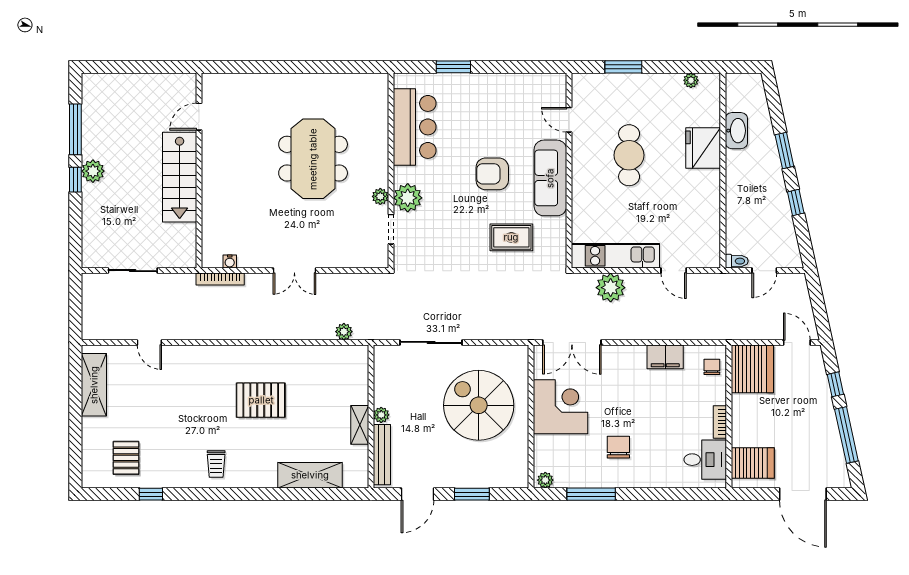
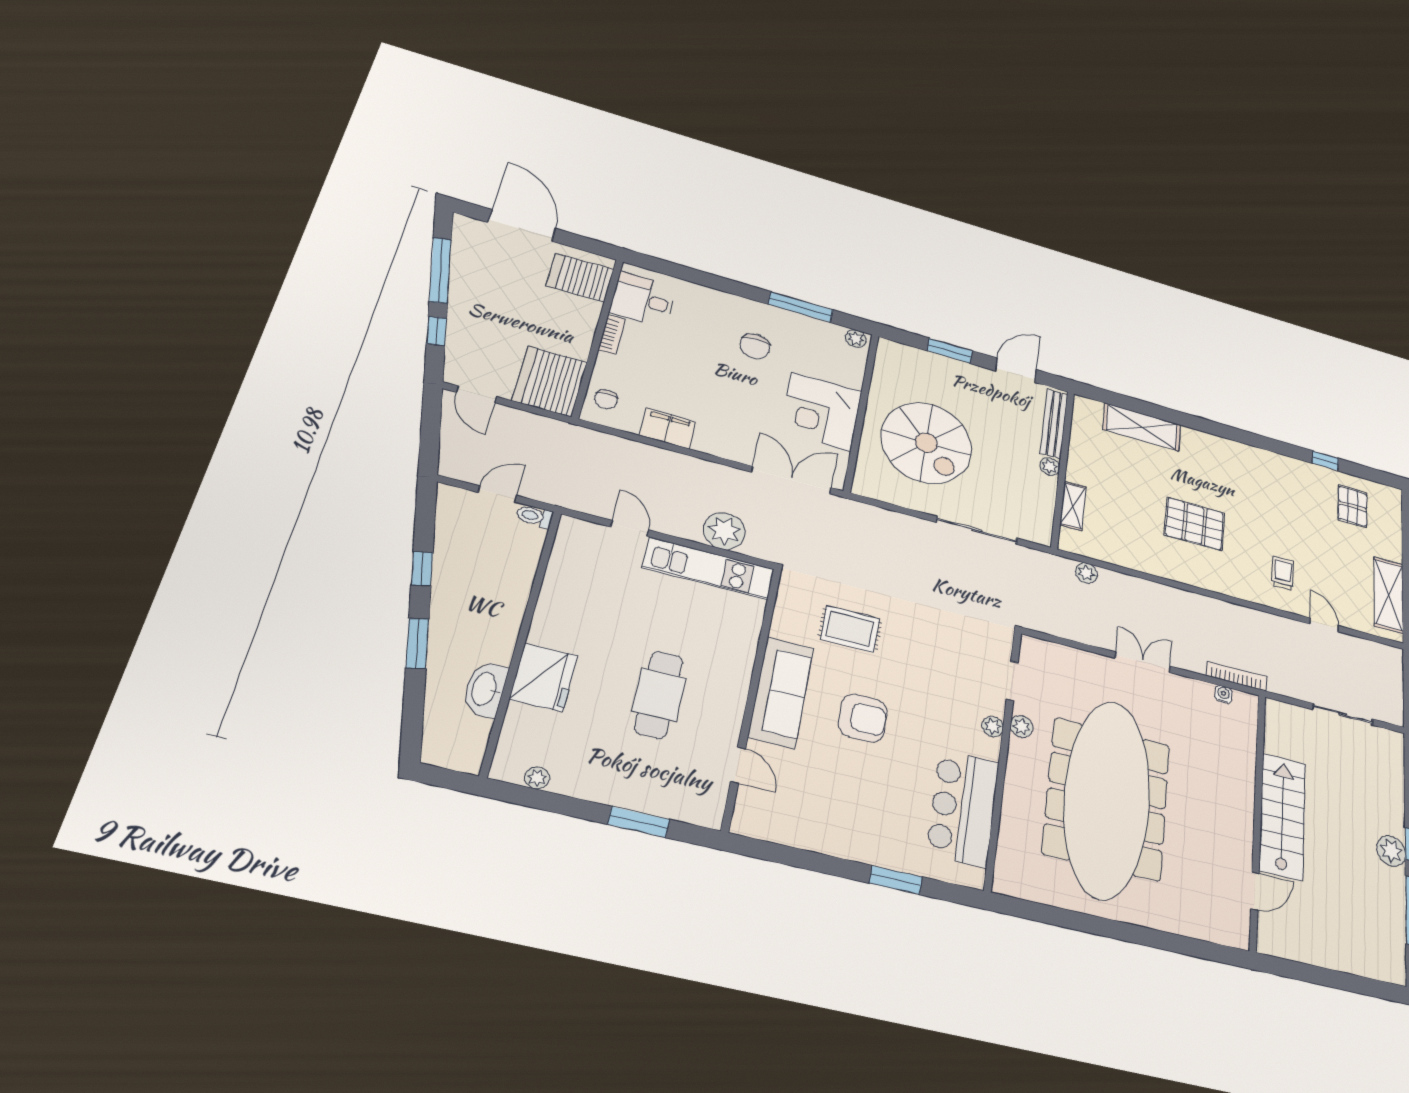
meeting table: (313, 159) -> (1107, 798), width x1.86, depth x1.27
plant: (408, 198) -> (993, 727), width x0.53, depth x0.53
shelving: (360, 425) -> (1073, 506), moved
trolley: (216, 464) -> (1283, 573), moved

